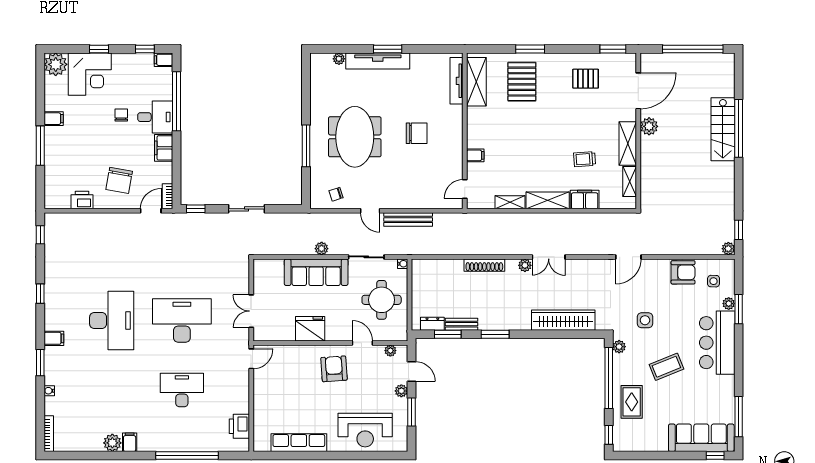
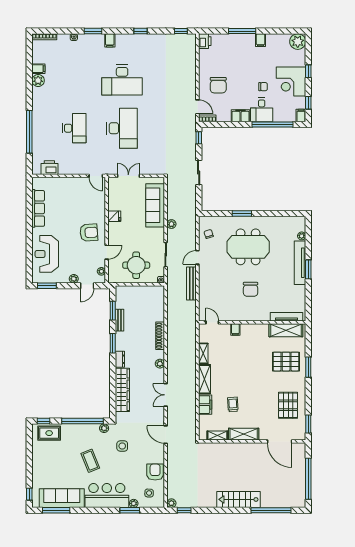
corner desk: (90, 74) -> (291, 81), moved
pallet: (586, 79) -> (288, 405), width x1.50, depth x1.42
plant: (649, 126) -> (255, 449), removed
window: (739, 128) -> (271, 510), moved
stairs: (723, 129) -> (239, 499), moved
window: (306, 146) -> (242, 213), width x0.69
chair: (119, 180) -> (218, 85), turned -100
printer: (82, 200) -> (205, 41), moved
double door: (549, 257) -> (166, 395), moved
sofa: (316, 272) -> (155, 205), moved
armchair: (683, 272) -> (155, 472), turned 180
dresser: (432, 324) -> (120, 359), moved
fridge: (310, 329) -> (114, 216), width x0.53, depth x0.75
rug: (632, 402) -> (49, 433), moved
window: (411, 412) -> (47, 286), moved
sofa: (701, 438) -> (62, 498), moved, turned -90
filing cabinet: (130, 442) -> (38, 69), moved

